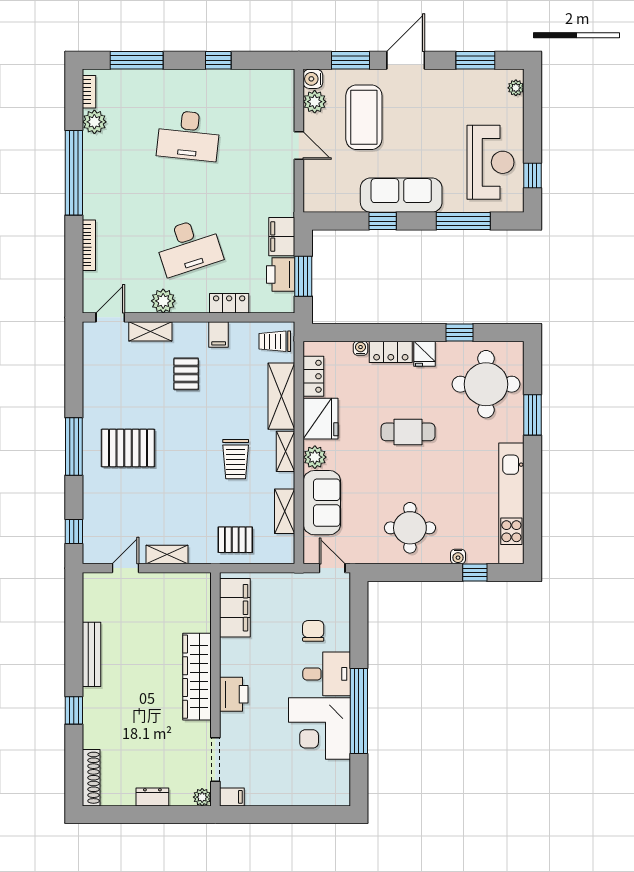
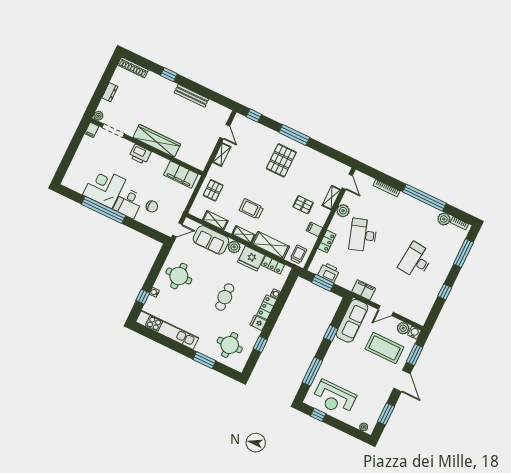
sofa: (401, 195) -> (352, 321), moved
filing cabinet: (282, 237) -> (364, 290), moved
round table: (486, 384) -> (230, 345), width x0.73, depth x0.73

